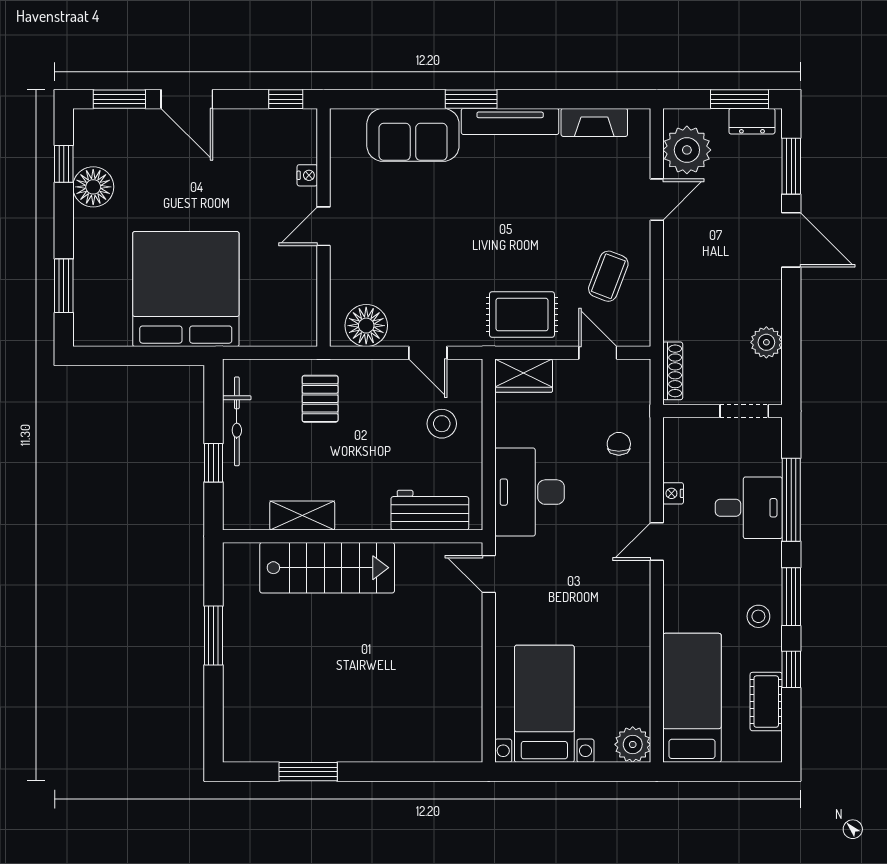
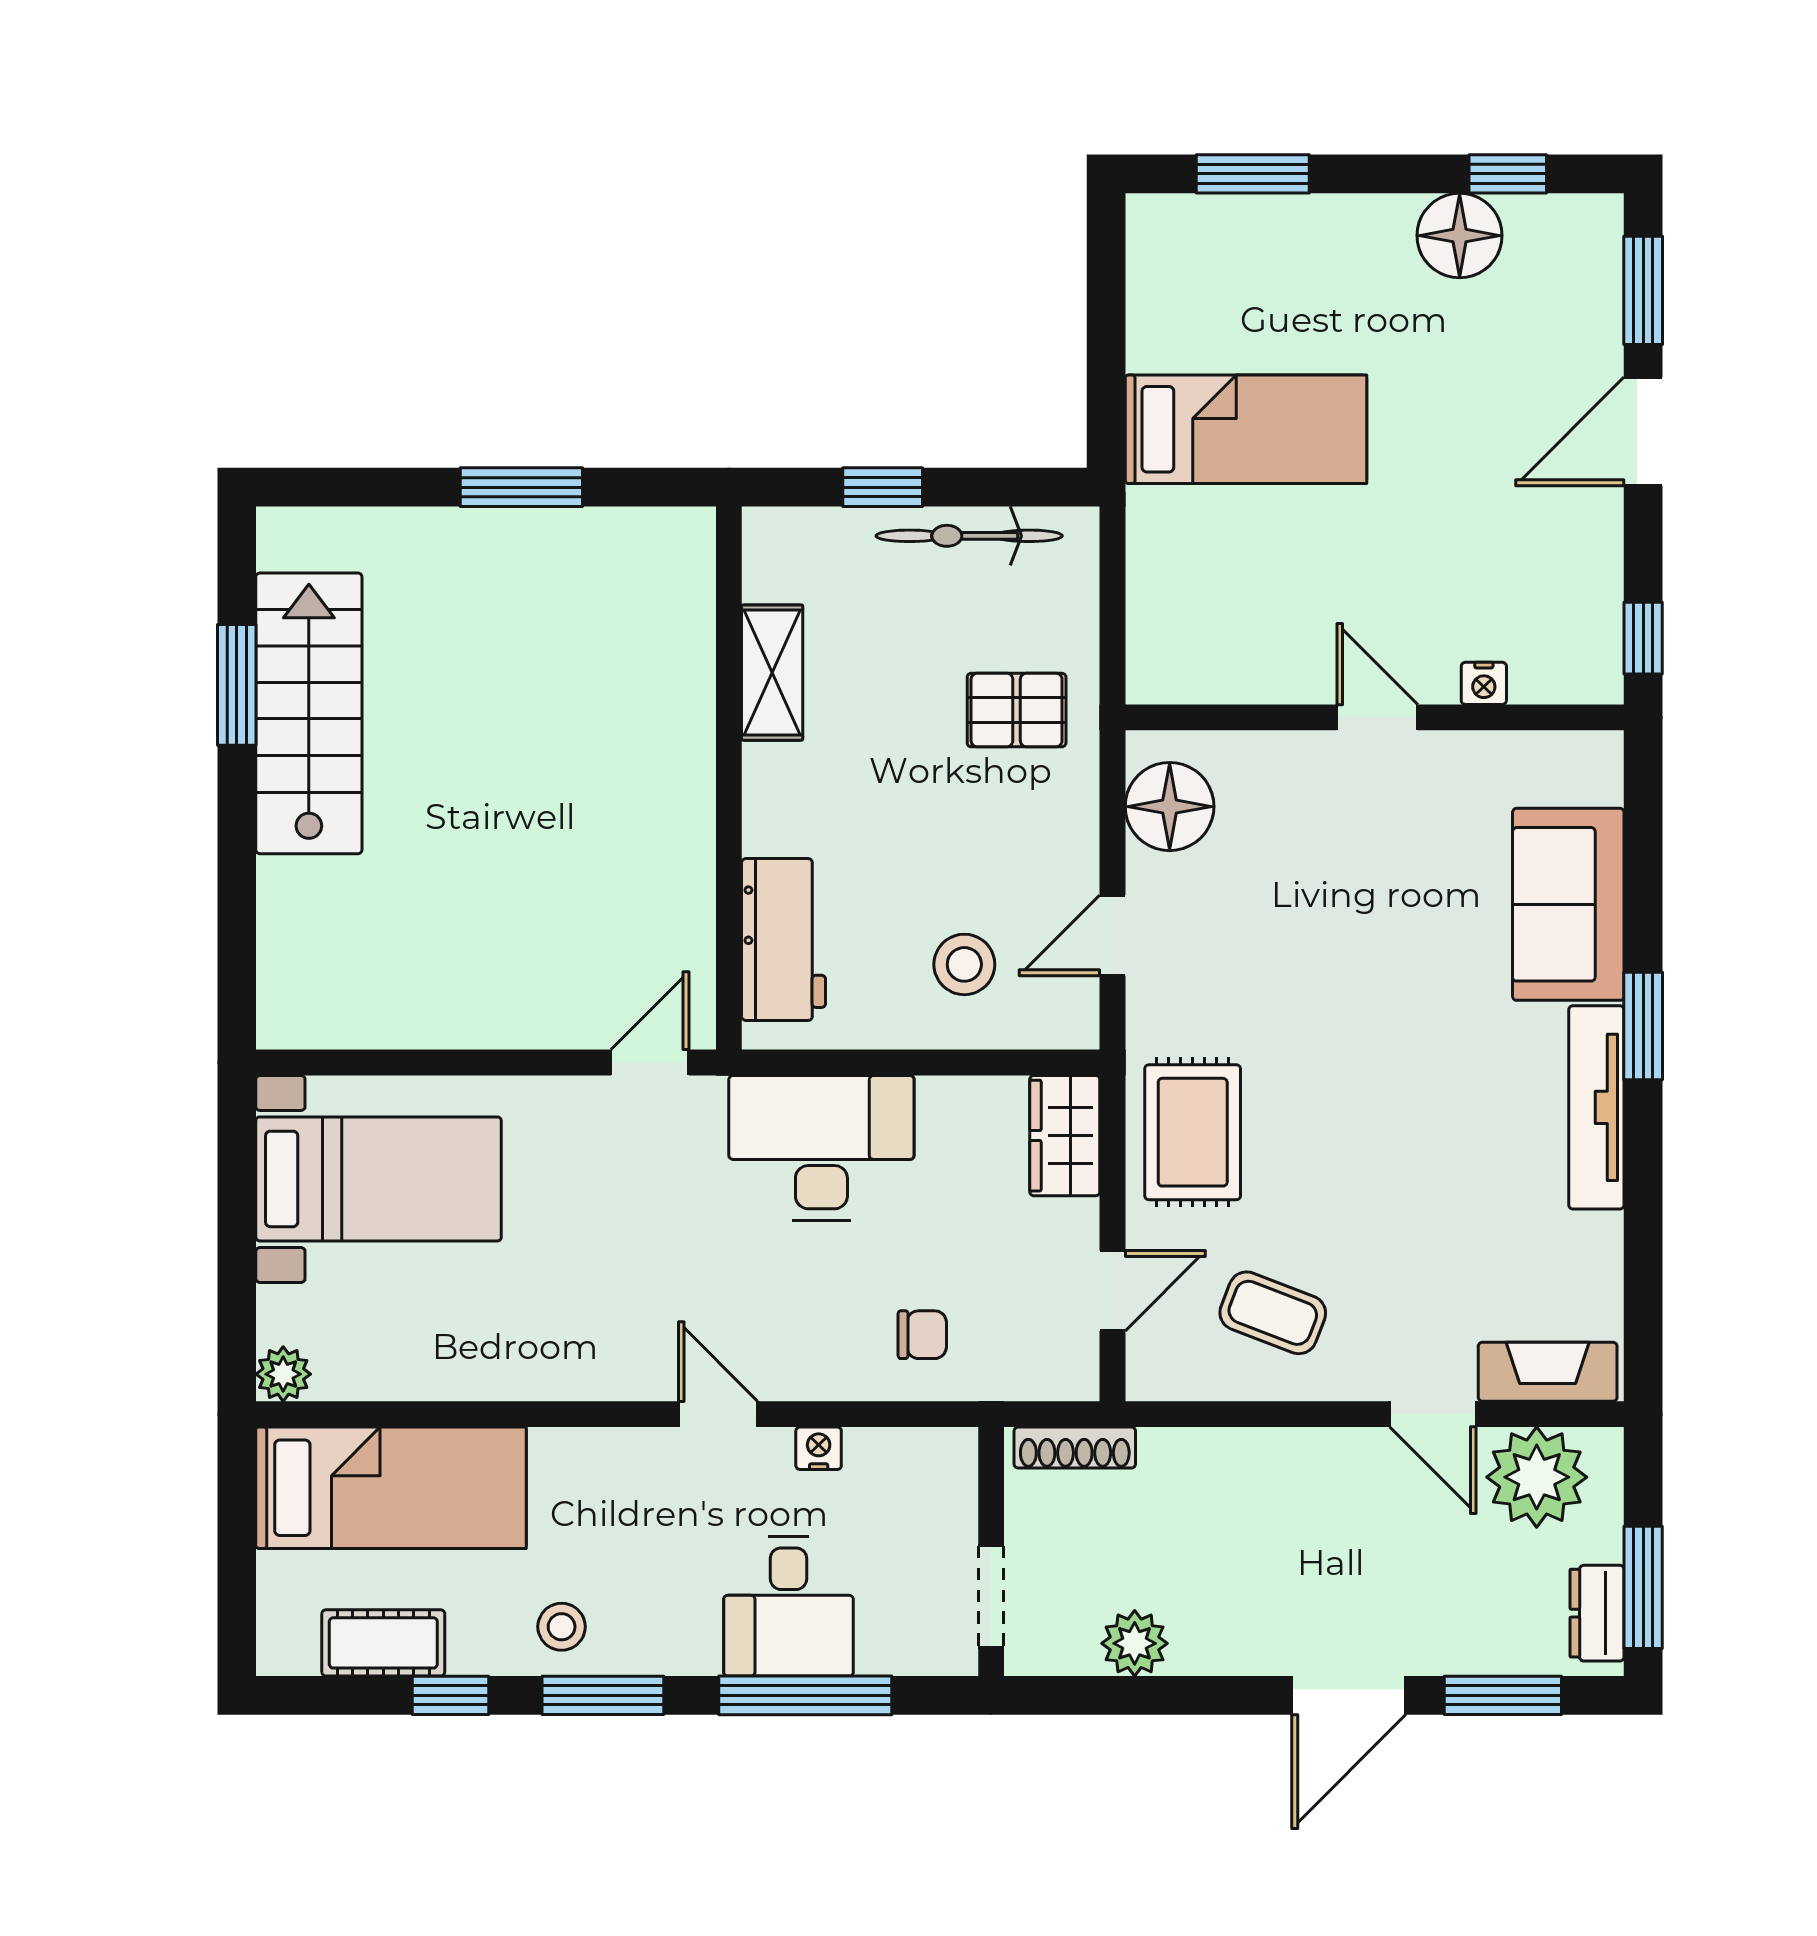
fireplace: (594, 122) -> (1548, 1372), moved, turned 90
bed: (186, 289) -> (1246, 429), width x0.49
stairs: (327, 568) -> (309, 713), moved, turned 180
plant: (633, 744) -> (283, 1374), width x0.73, depth x0.73

